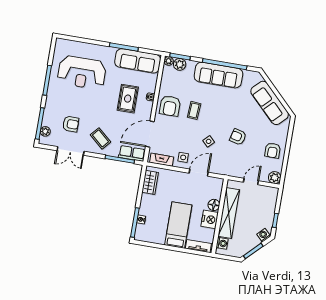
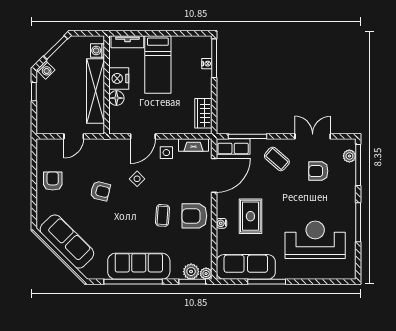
armchair: (170, 106) -> (194, 216), turned -90
plant: (275, 178) -> (44, 147), removed

